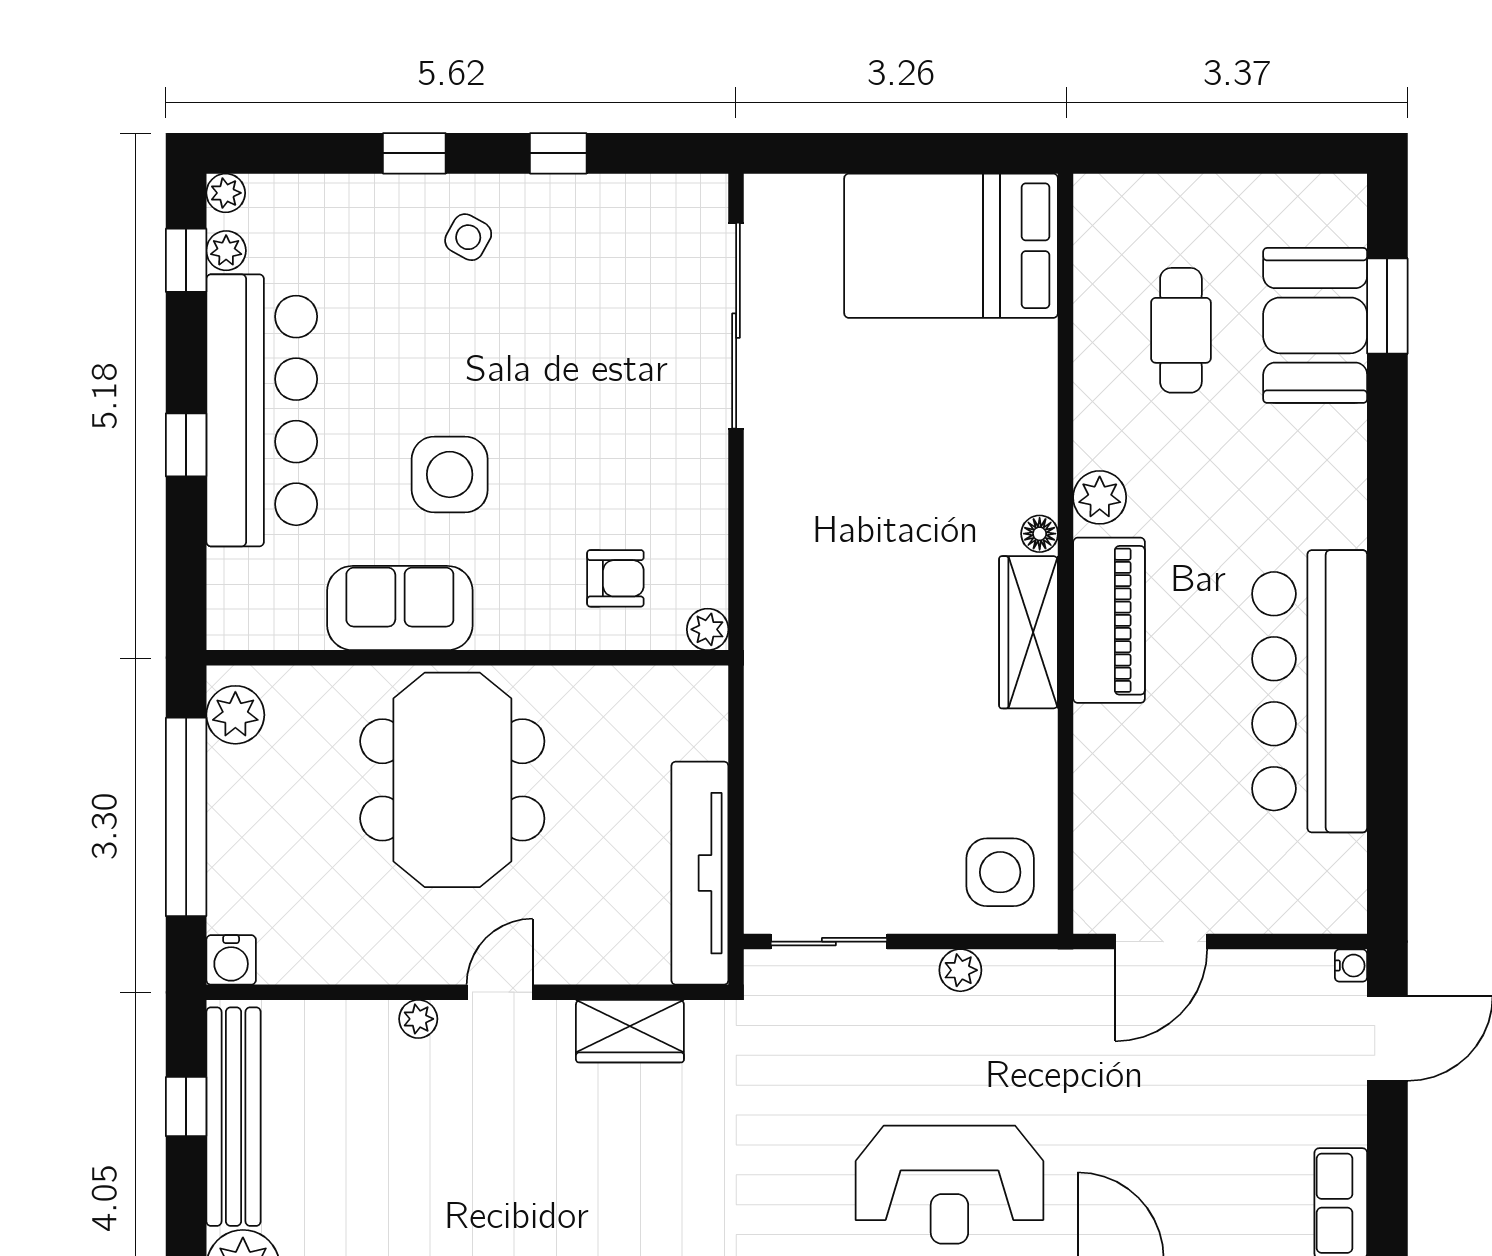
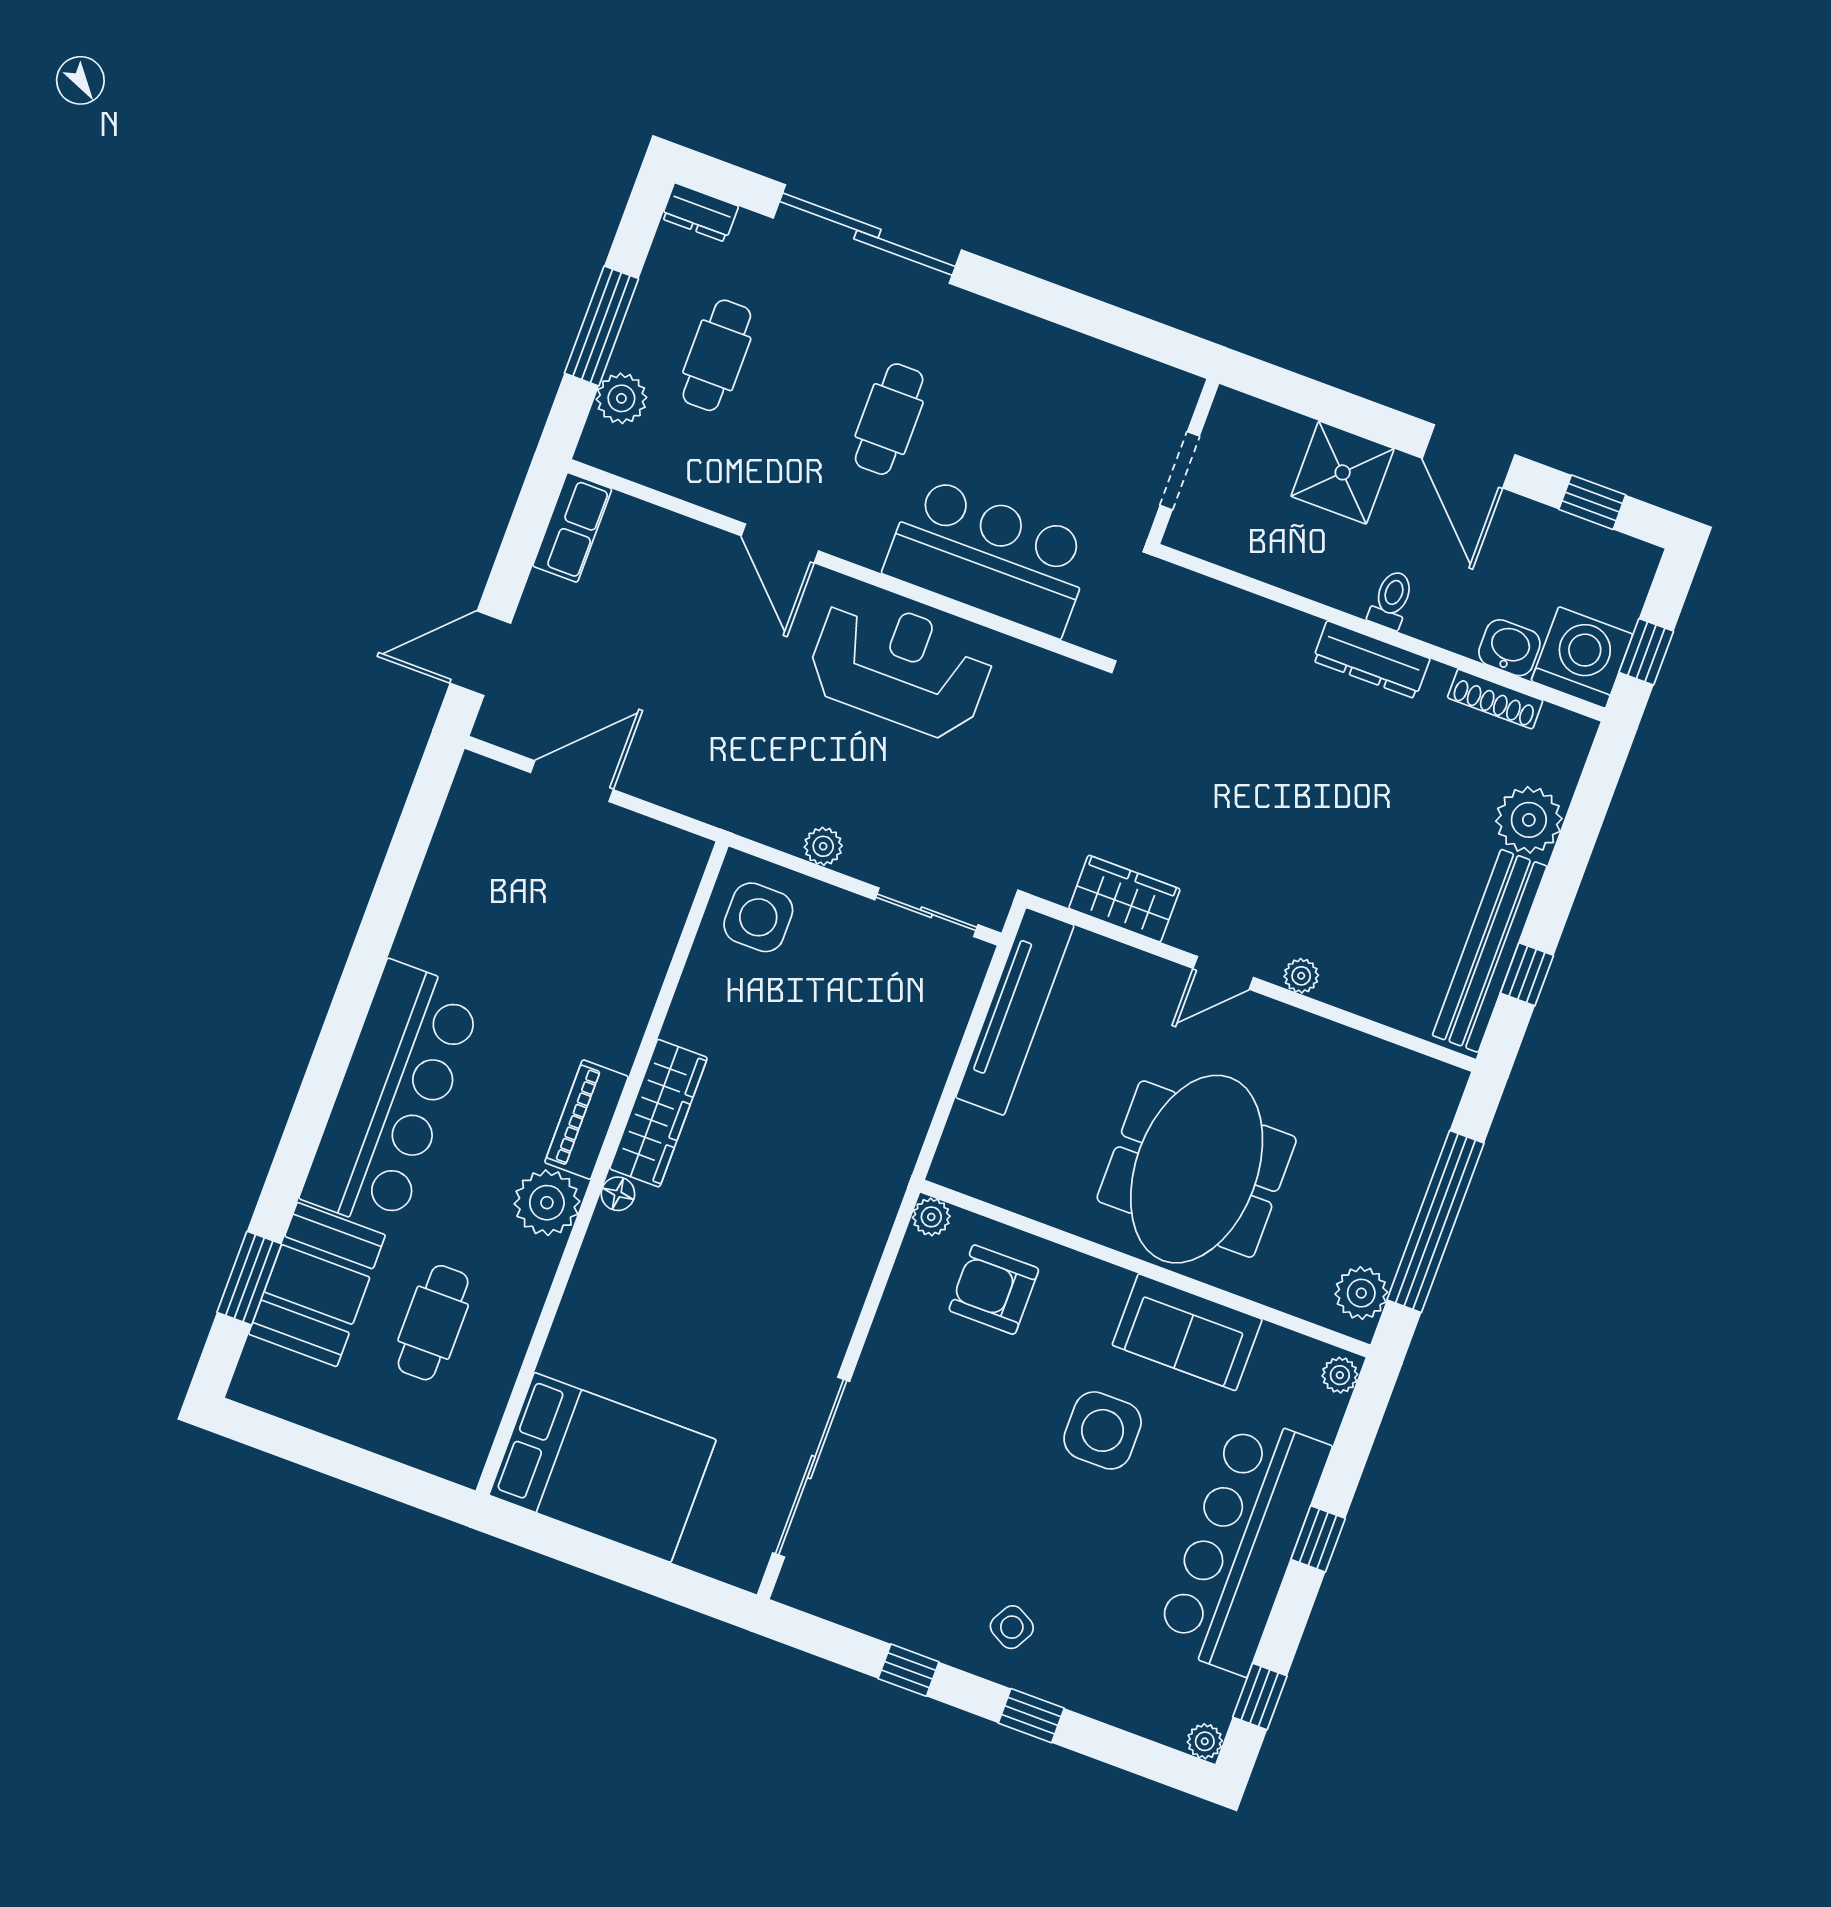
plant: (226, 251) -> (1340, 1375), moved
plant: (1100, 497) -> (547, 1203), width x1.36, depth x1.36
armchair: (615, 578) -> (994, 1290), width x1.38, depth x1.38
piano: (1109, 620) -> (587, 1120), width x0.73, depth x0.75
bar counter: (1310, 691) -> (392, 1096), moved
door: (1161, 942) -> (572, 781), moved
water cooler: (231, 960) -> (1442, 1085), removed
water cooler: (1351, 966) -> (488, 727), removed

